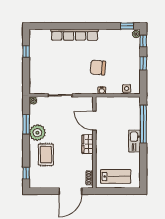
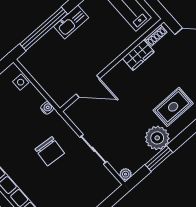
chair: (98, 68) -> (50, 151), moved
door: (94, 121) -> (88, 86), hinge flipped
wardrobe: (88, 144) -> (138, 55), moved

